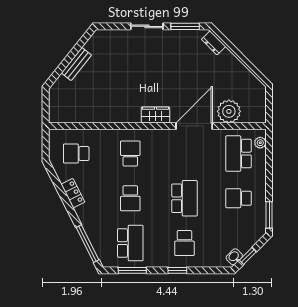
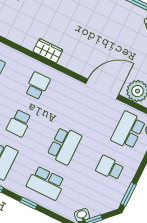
wardrobe: (156, 115) -> (48, 51), moved
school desk: (184, 243) -> (46, 183), width x1.85

